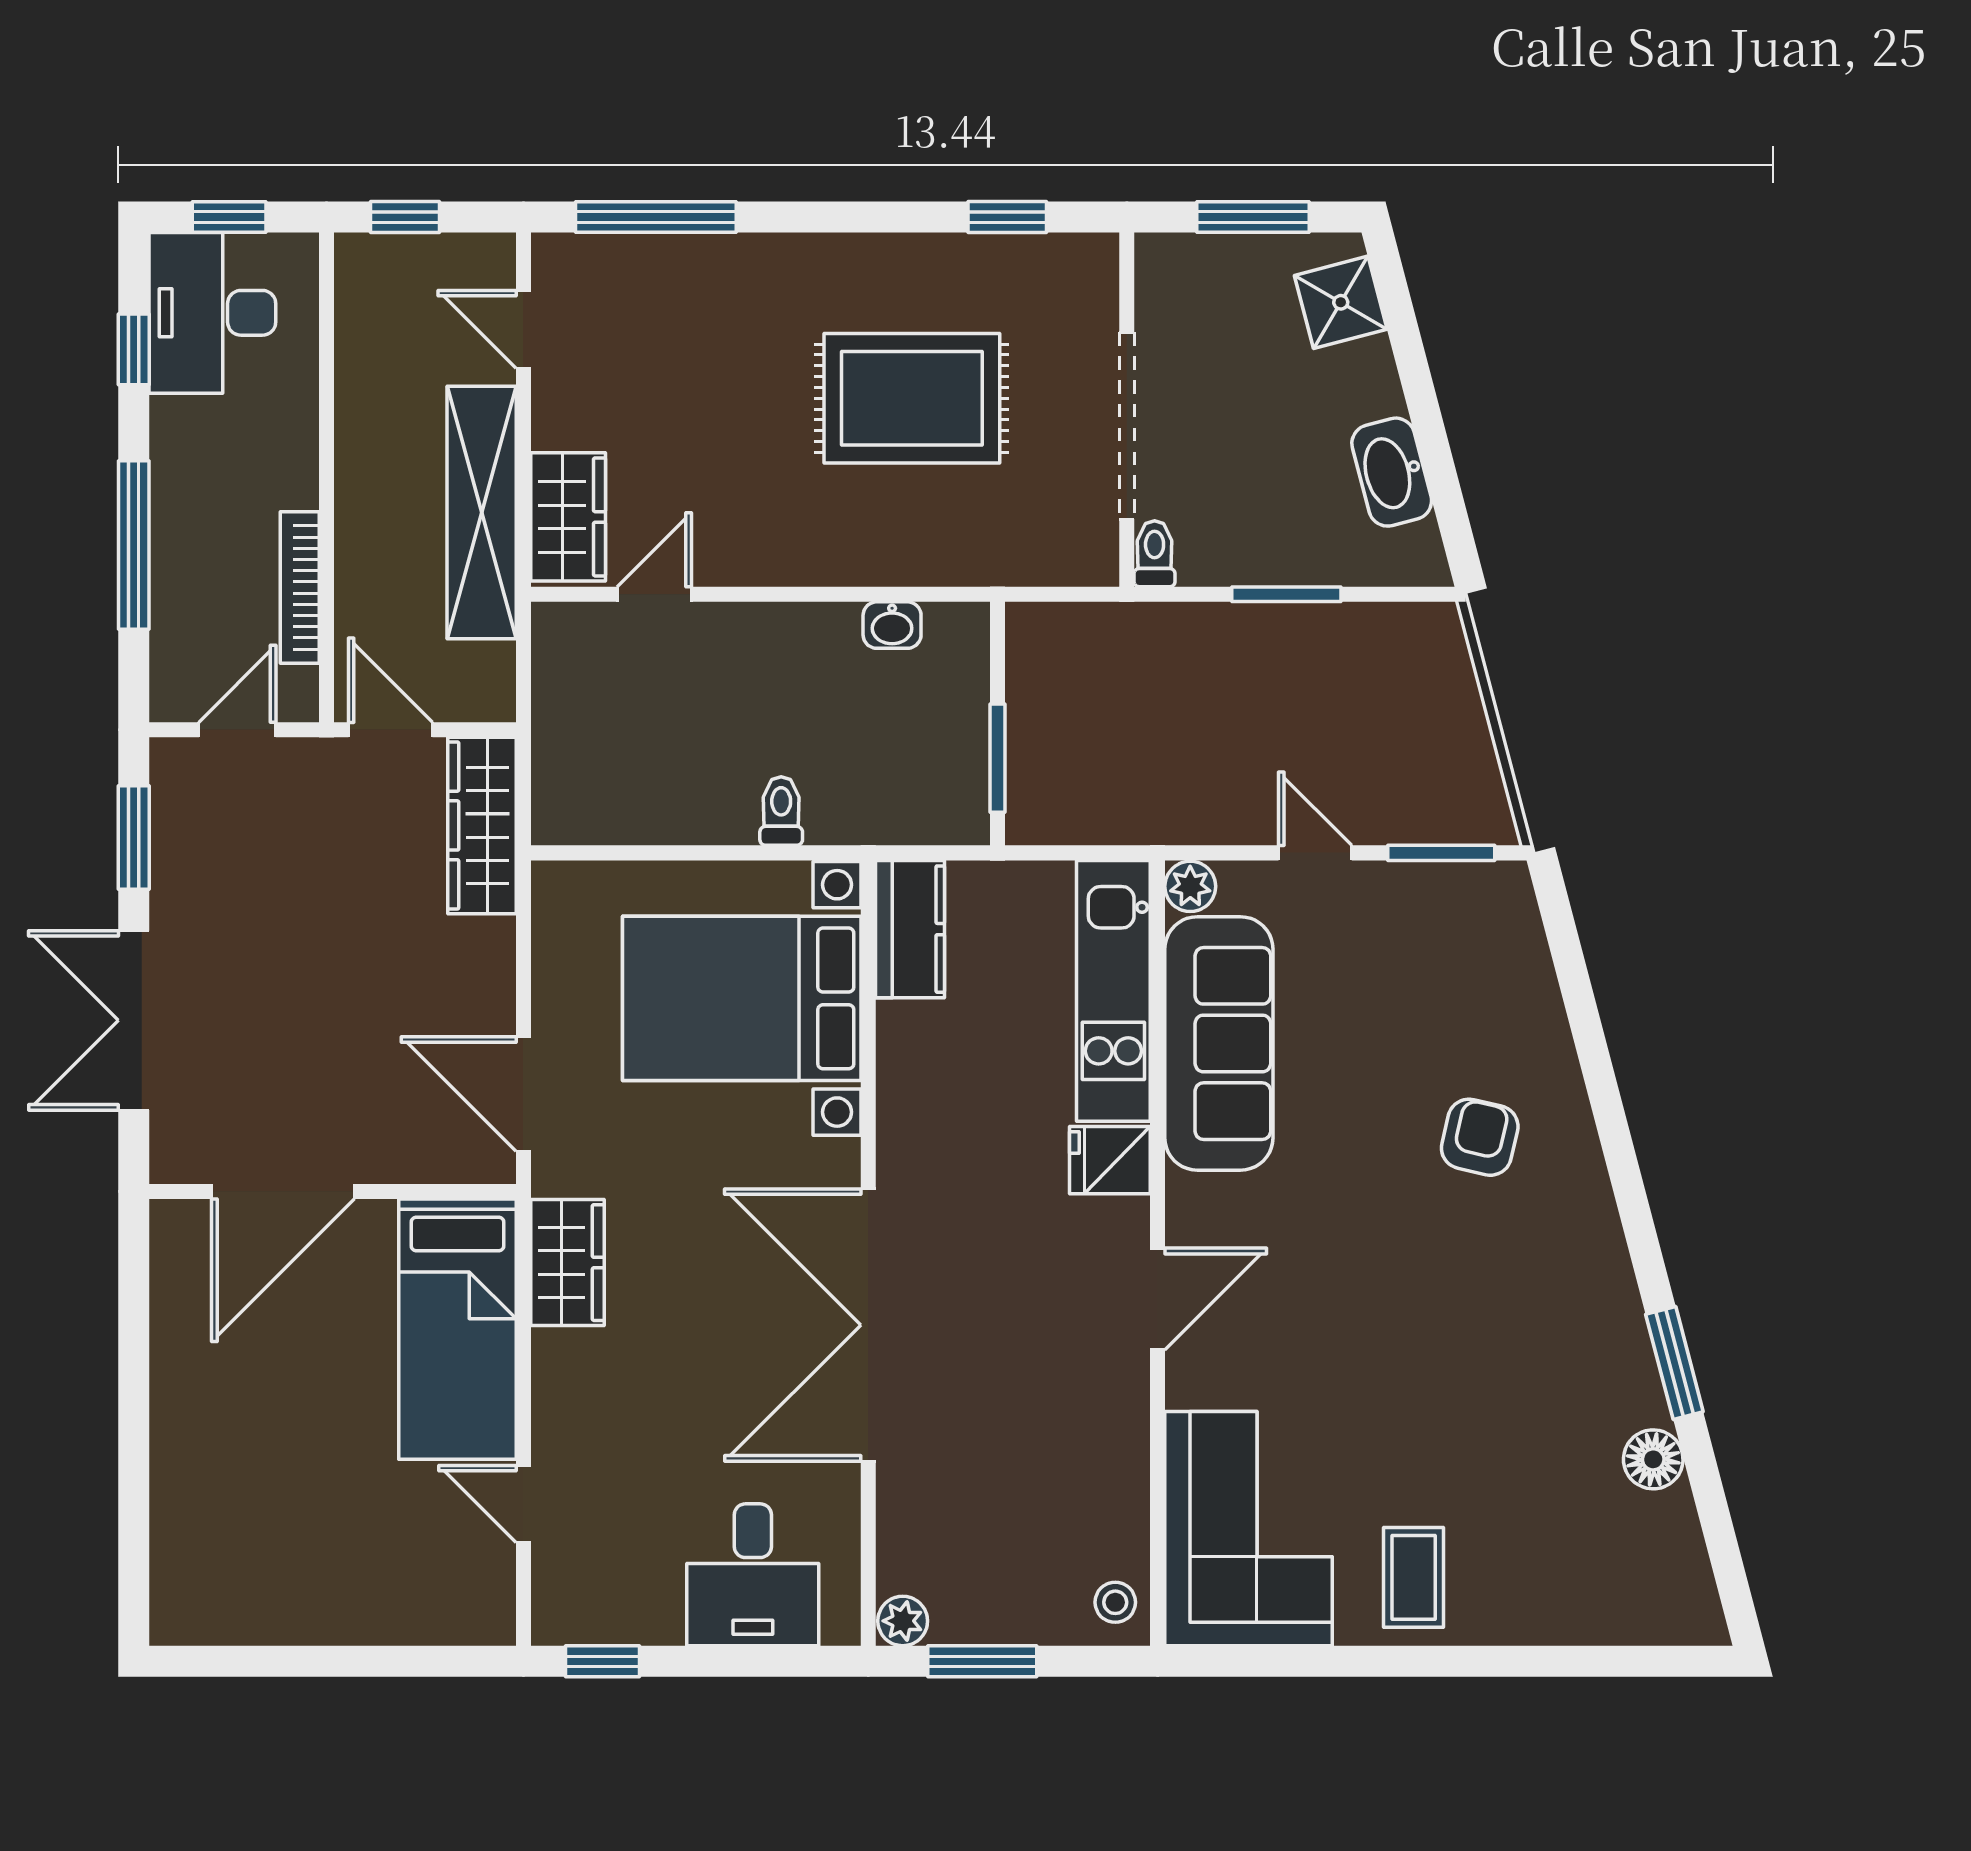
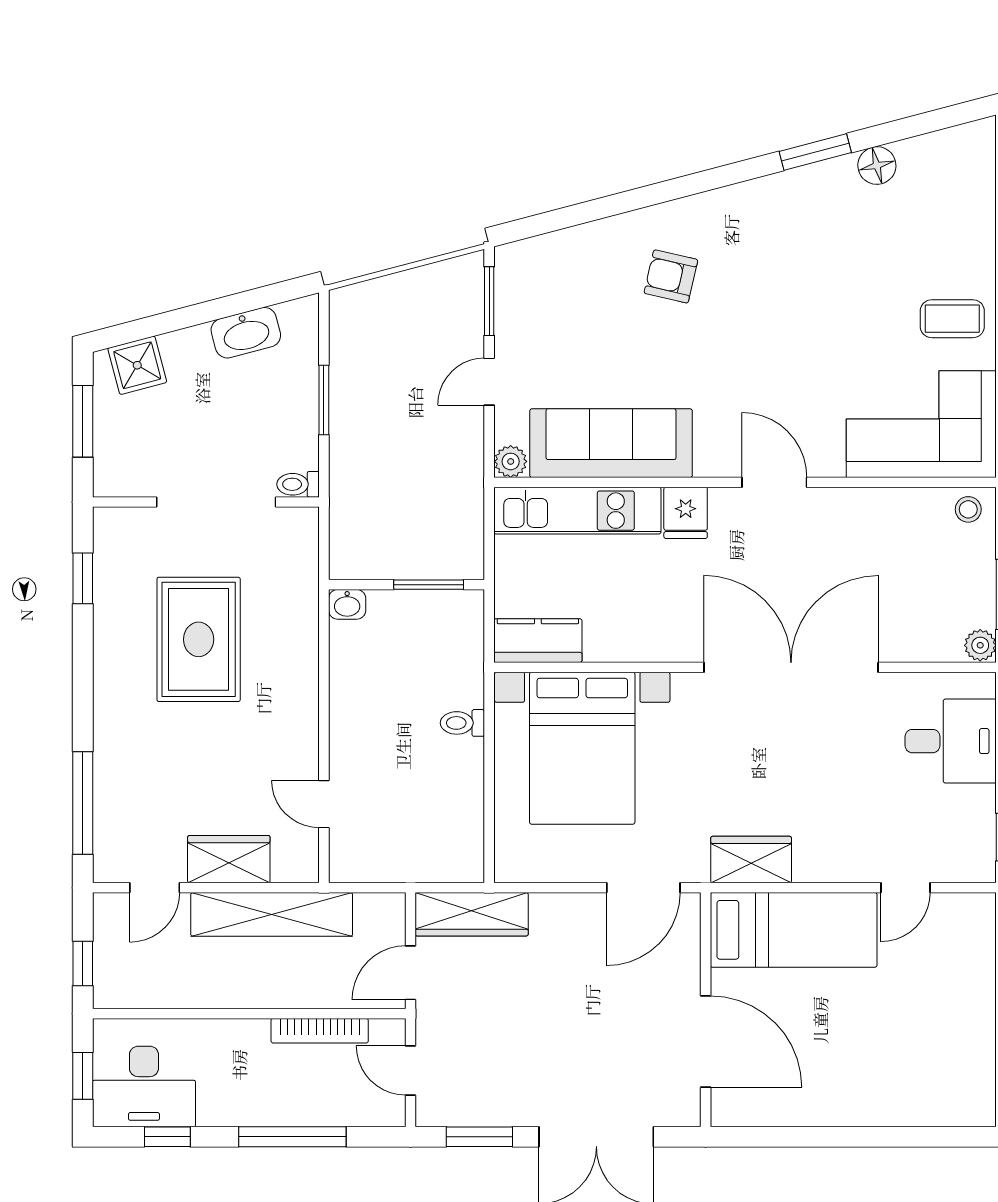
wardrobe: (568, 517) -> (229, 859), moved
washbasin: (892, 625) -> (347, 604), moved, turned 90
double door: (868, 1325) -> (791, 667), swing flipped

